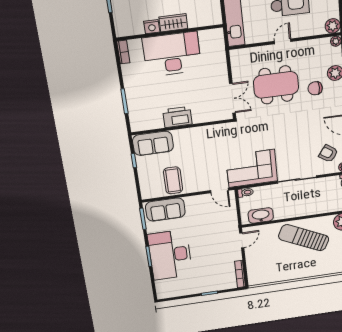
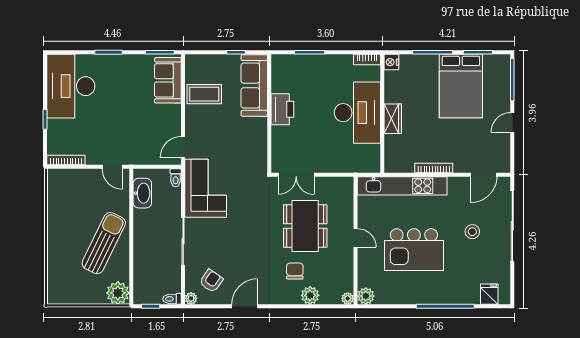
nightstand: (152, 27) -> (391, 62), moved
sofa: (153, 143) -> (254, 85), width x1.36
desk: (170, 255) -> (71, 86), moved, turned -90

